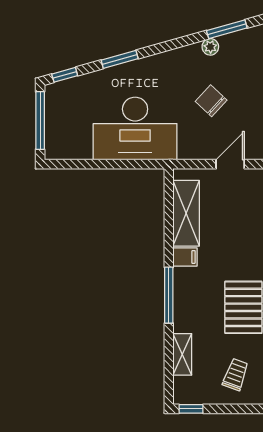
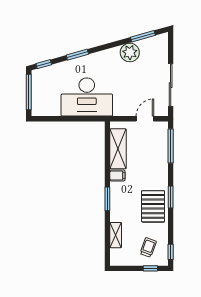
plant: (210, 47) -> (130, 52), width x1.88, depth x1.88
chair: (211, 101) -> (133, 80), removed
window: (169, 295) -> (107, 199), width x0.69
window: (191, 409) -> (150, 268), moved

